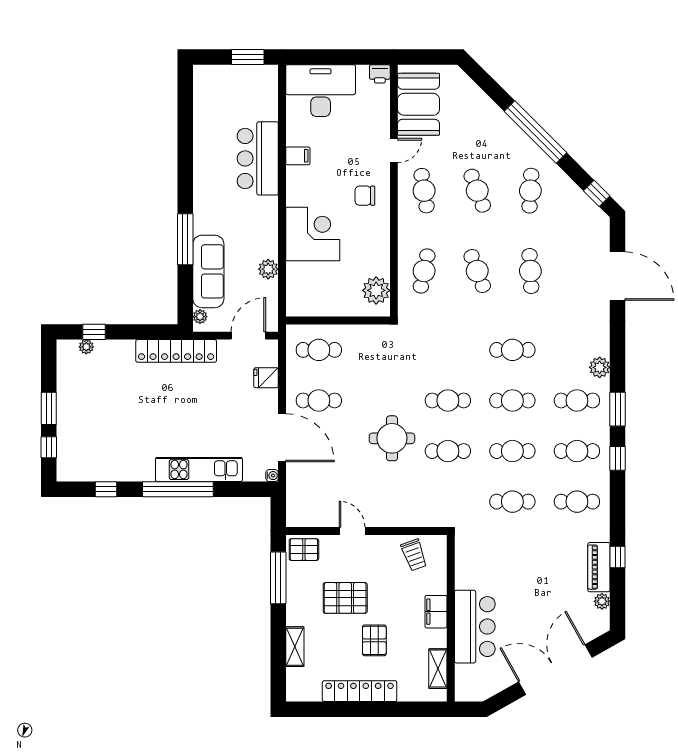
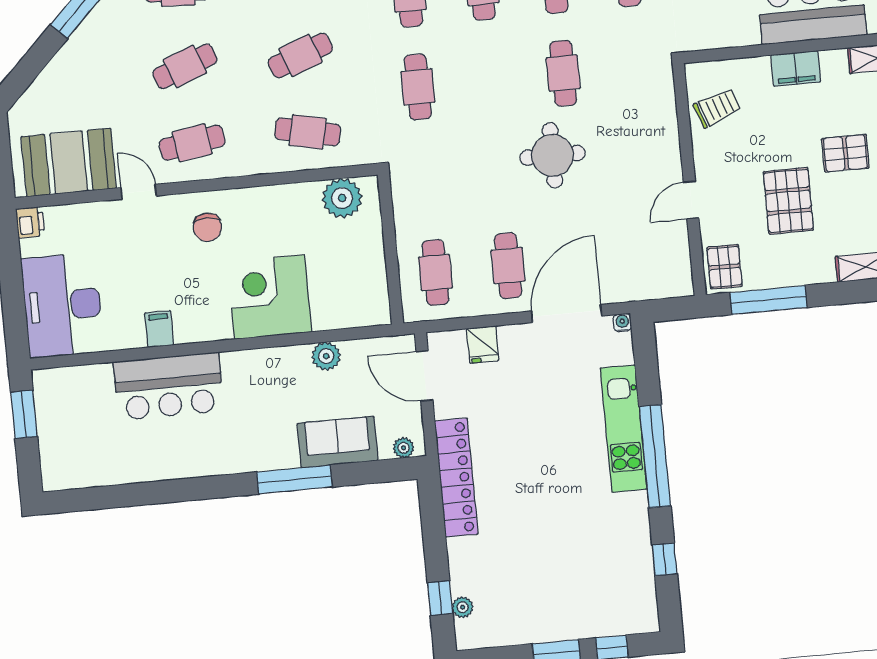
sofa: (208, 271) -> (338, 442), width x0.73
cafe table: (448, 400) -> (418, 87), moved

